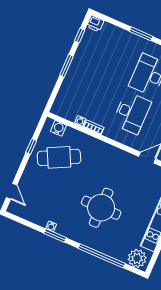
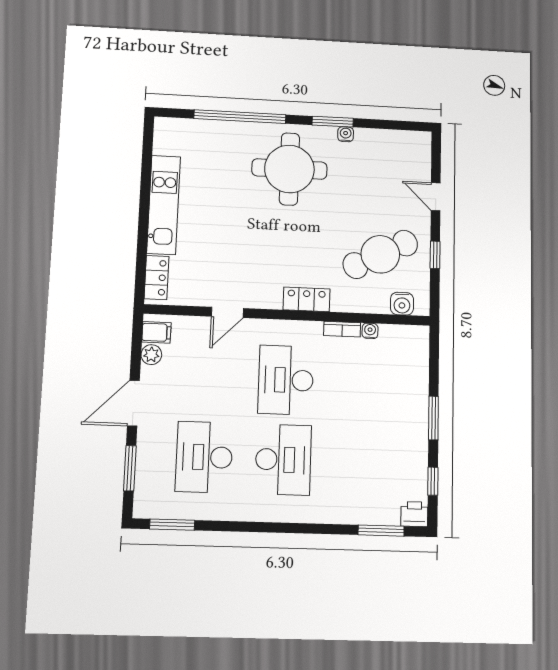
window: (141, 34) -> (381, 531), moved
locker: (105, 149) -> (307, 299), added
door: (12, 191) -> (436, 197), moved
round table: (101, 208) -> (289, 169), moved
plant: (137, 258) -> (177, 134), removed

